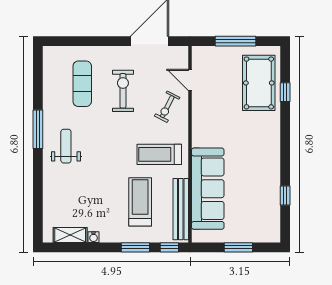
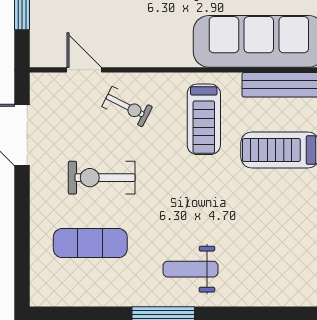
door: (190, 80) -> (84, 70), swing flipped

